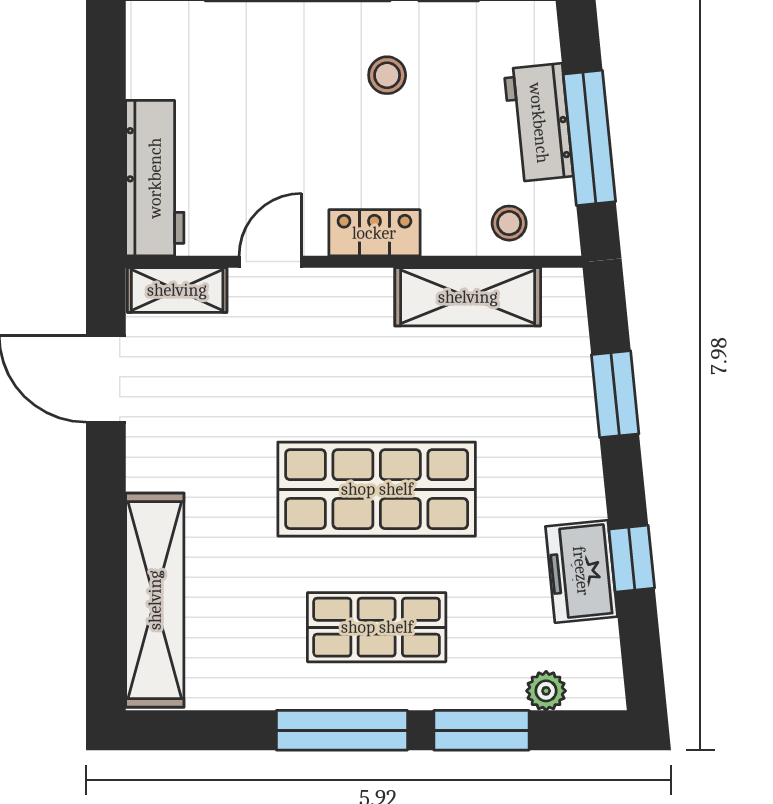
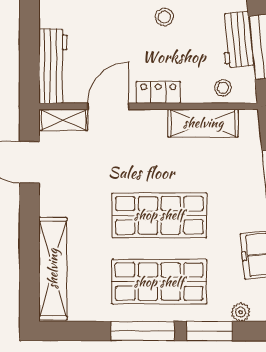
door: (270, 262) -> (108, 106), width x1.38
shop shelf: (377, 627) -> (159, 282), width x1.43, depth x1.36

